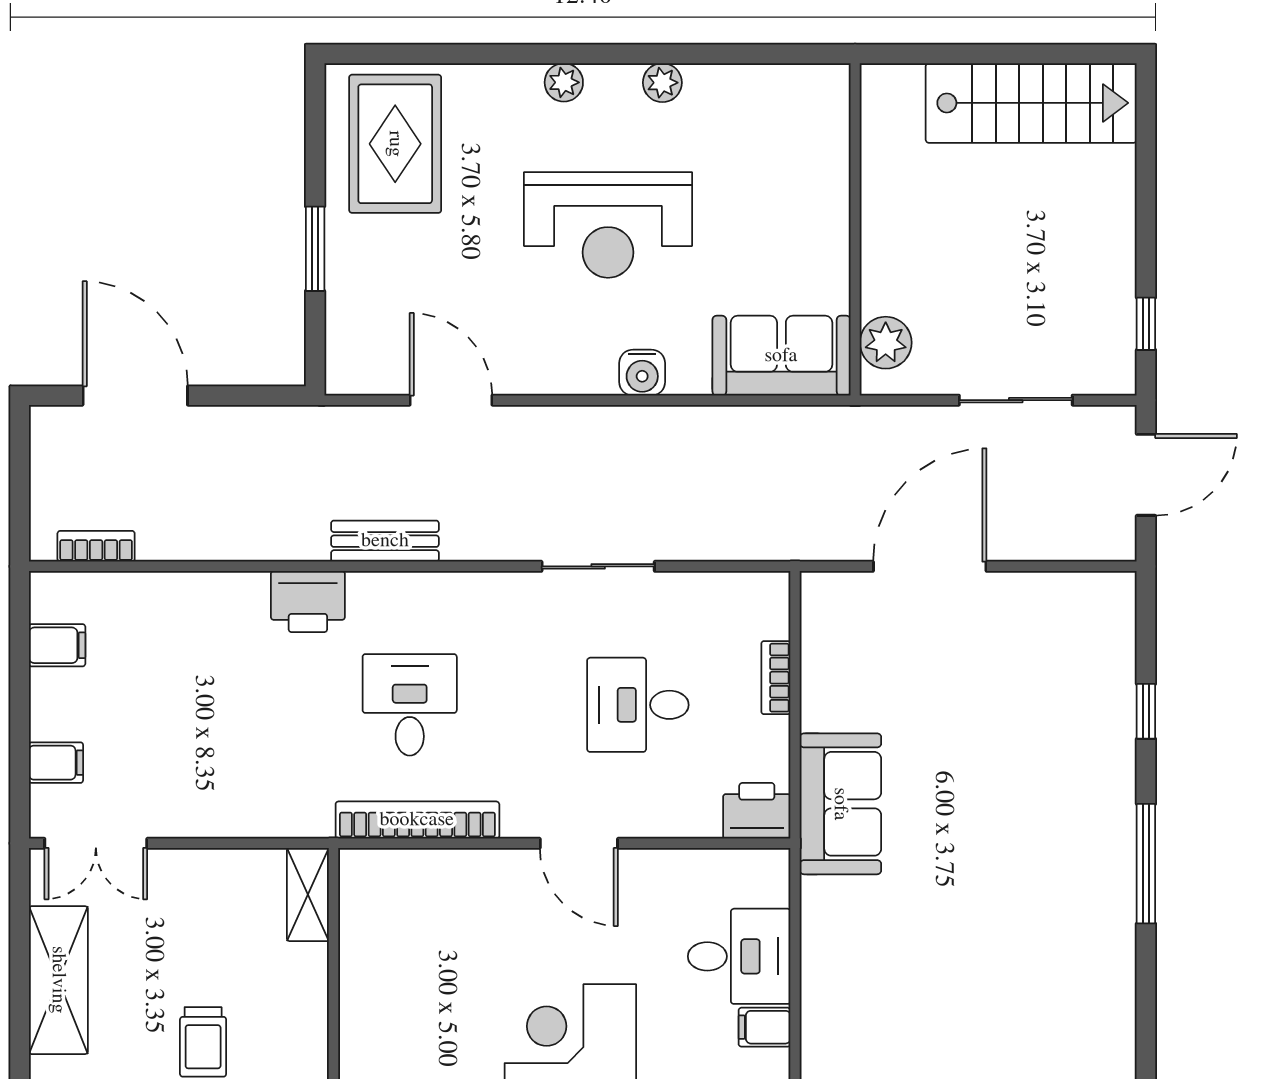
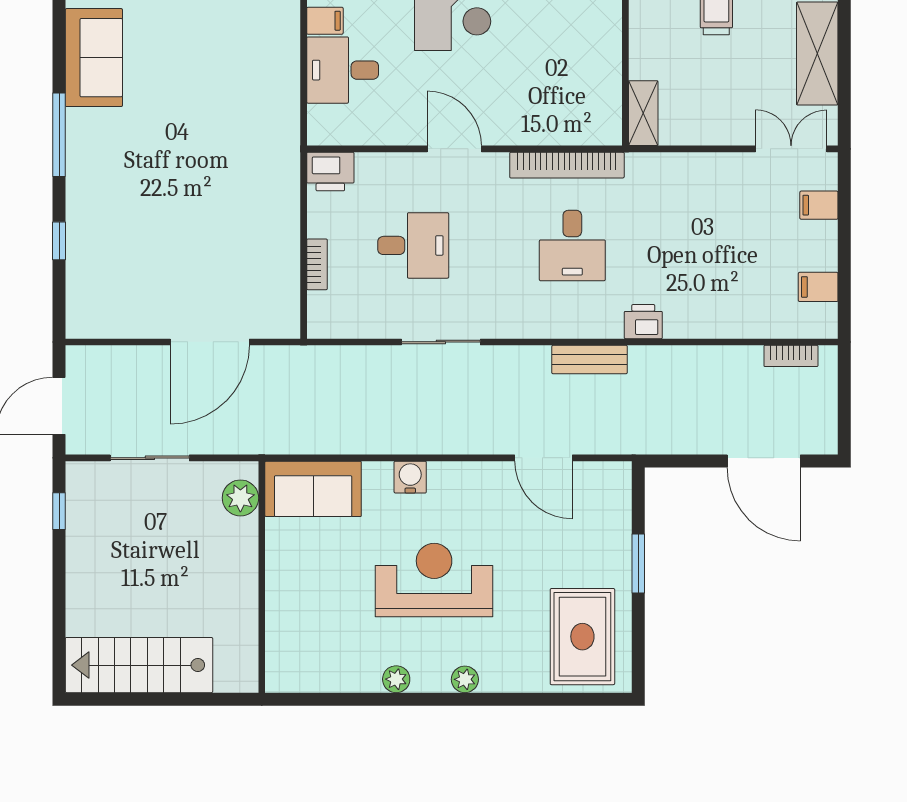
printer: (308, 602) -> (643, 322), width x0.73, depth x0.81
sofa: (840, 804) -> (94, 58), moved, turned 180

